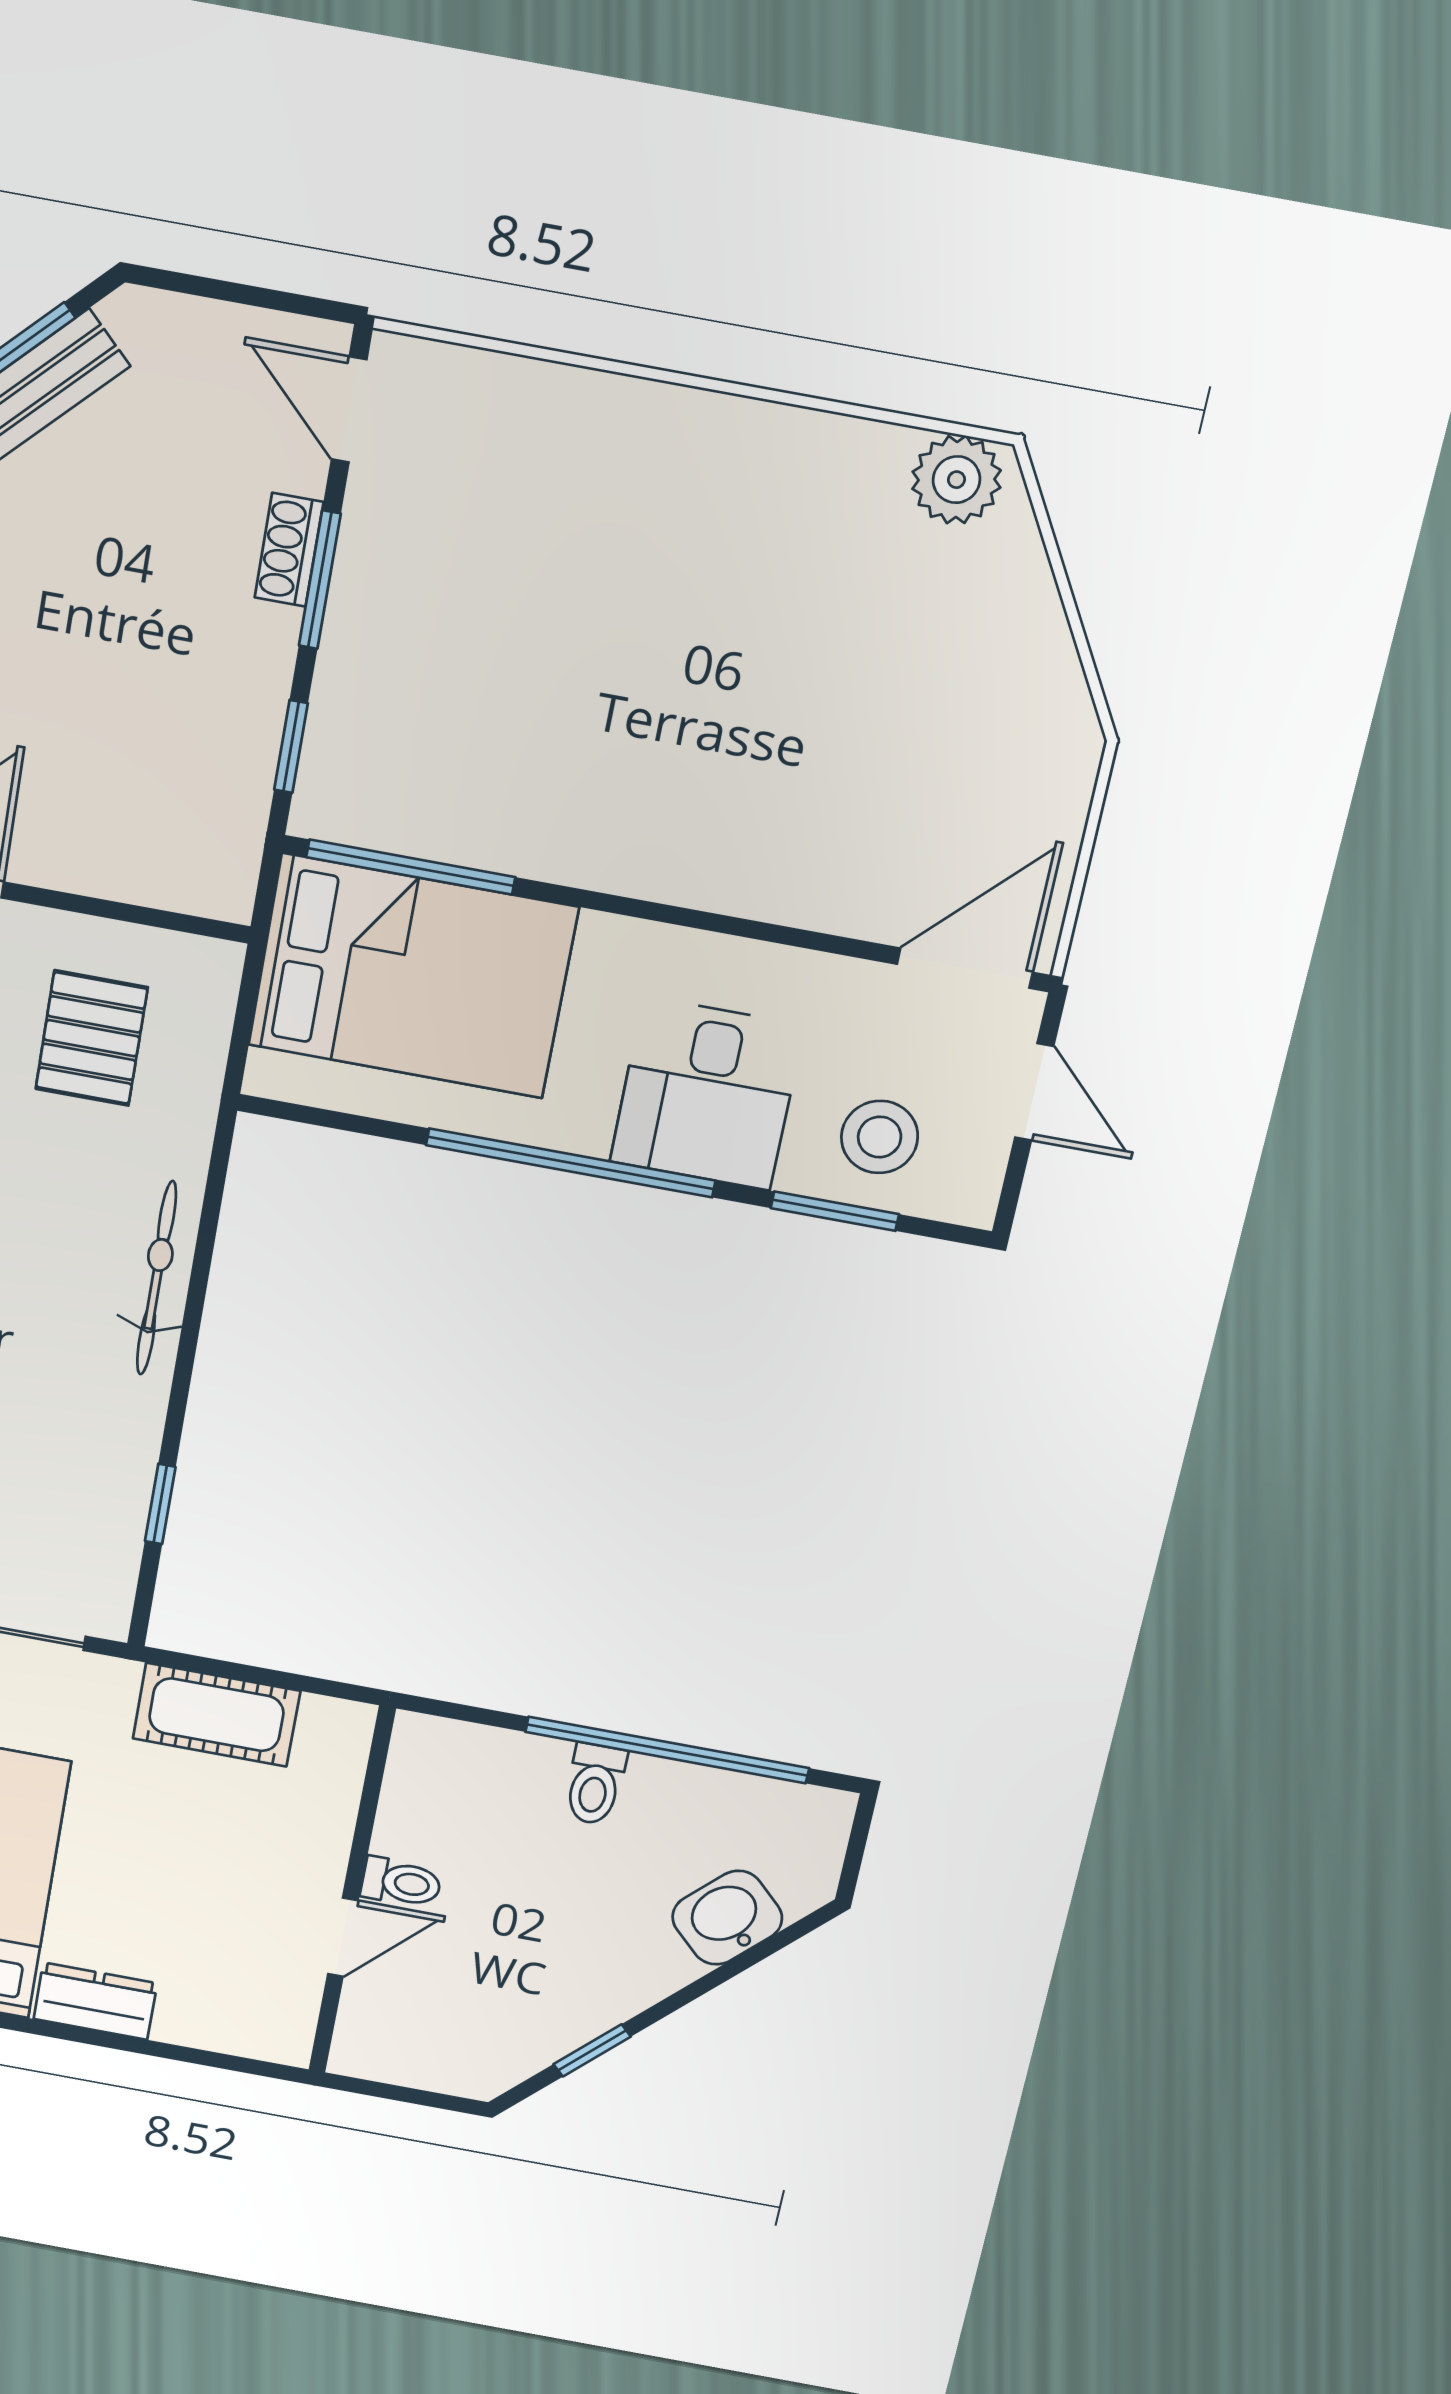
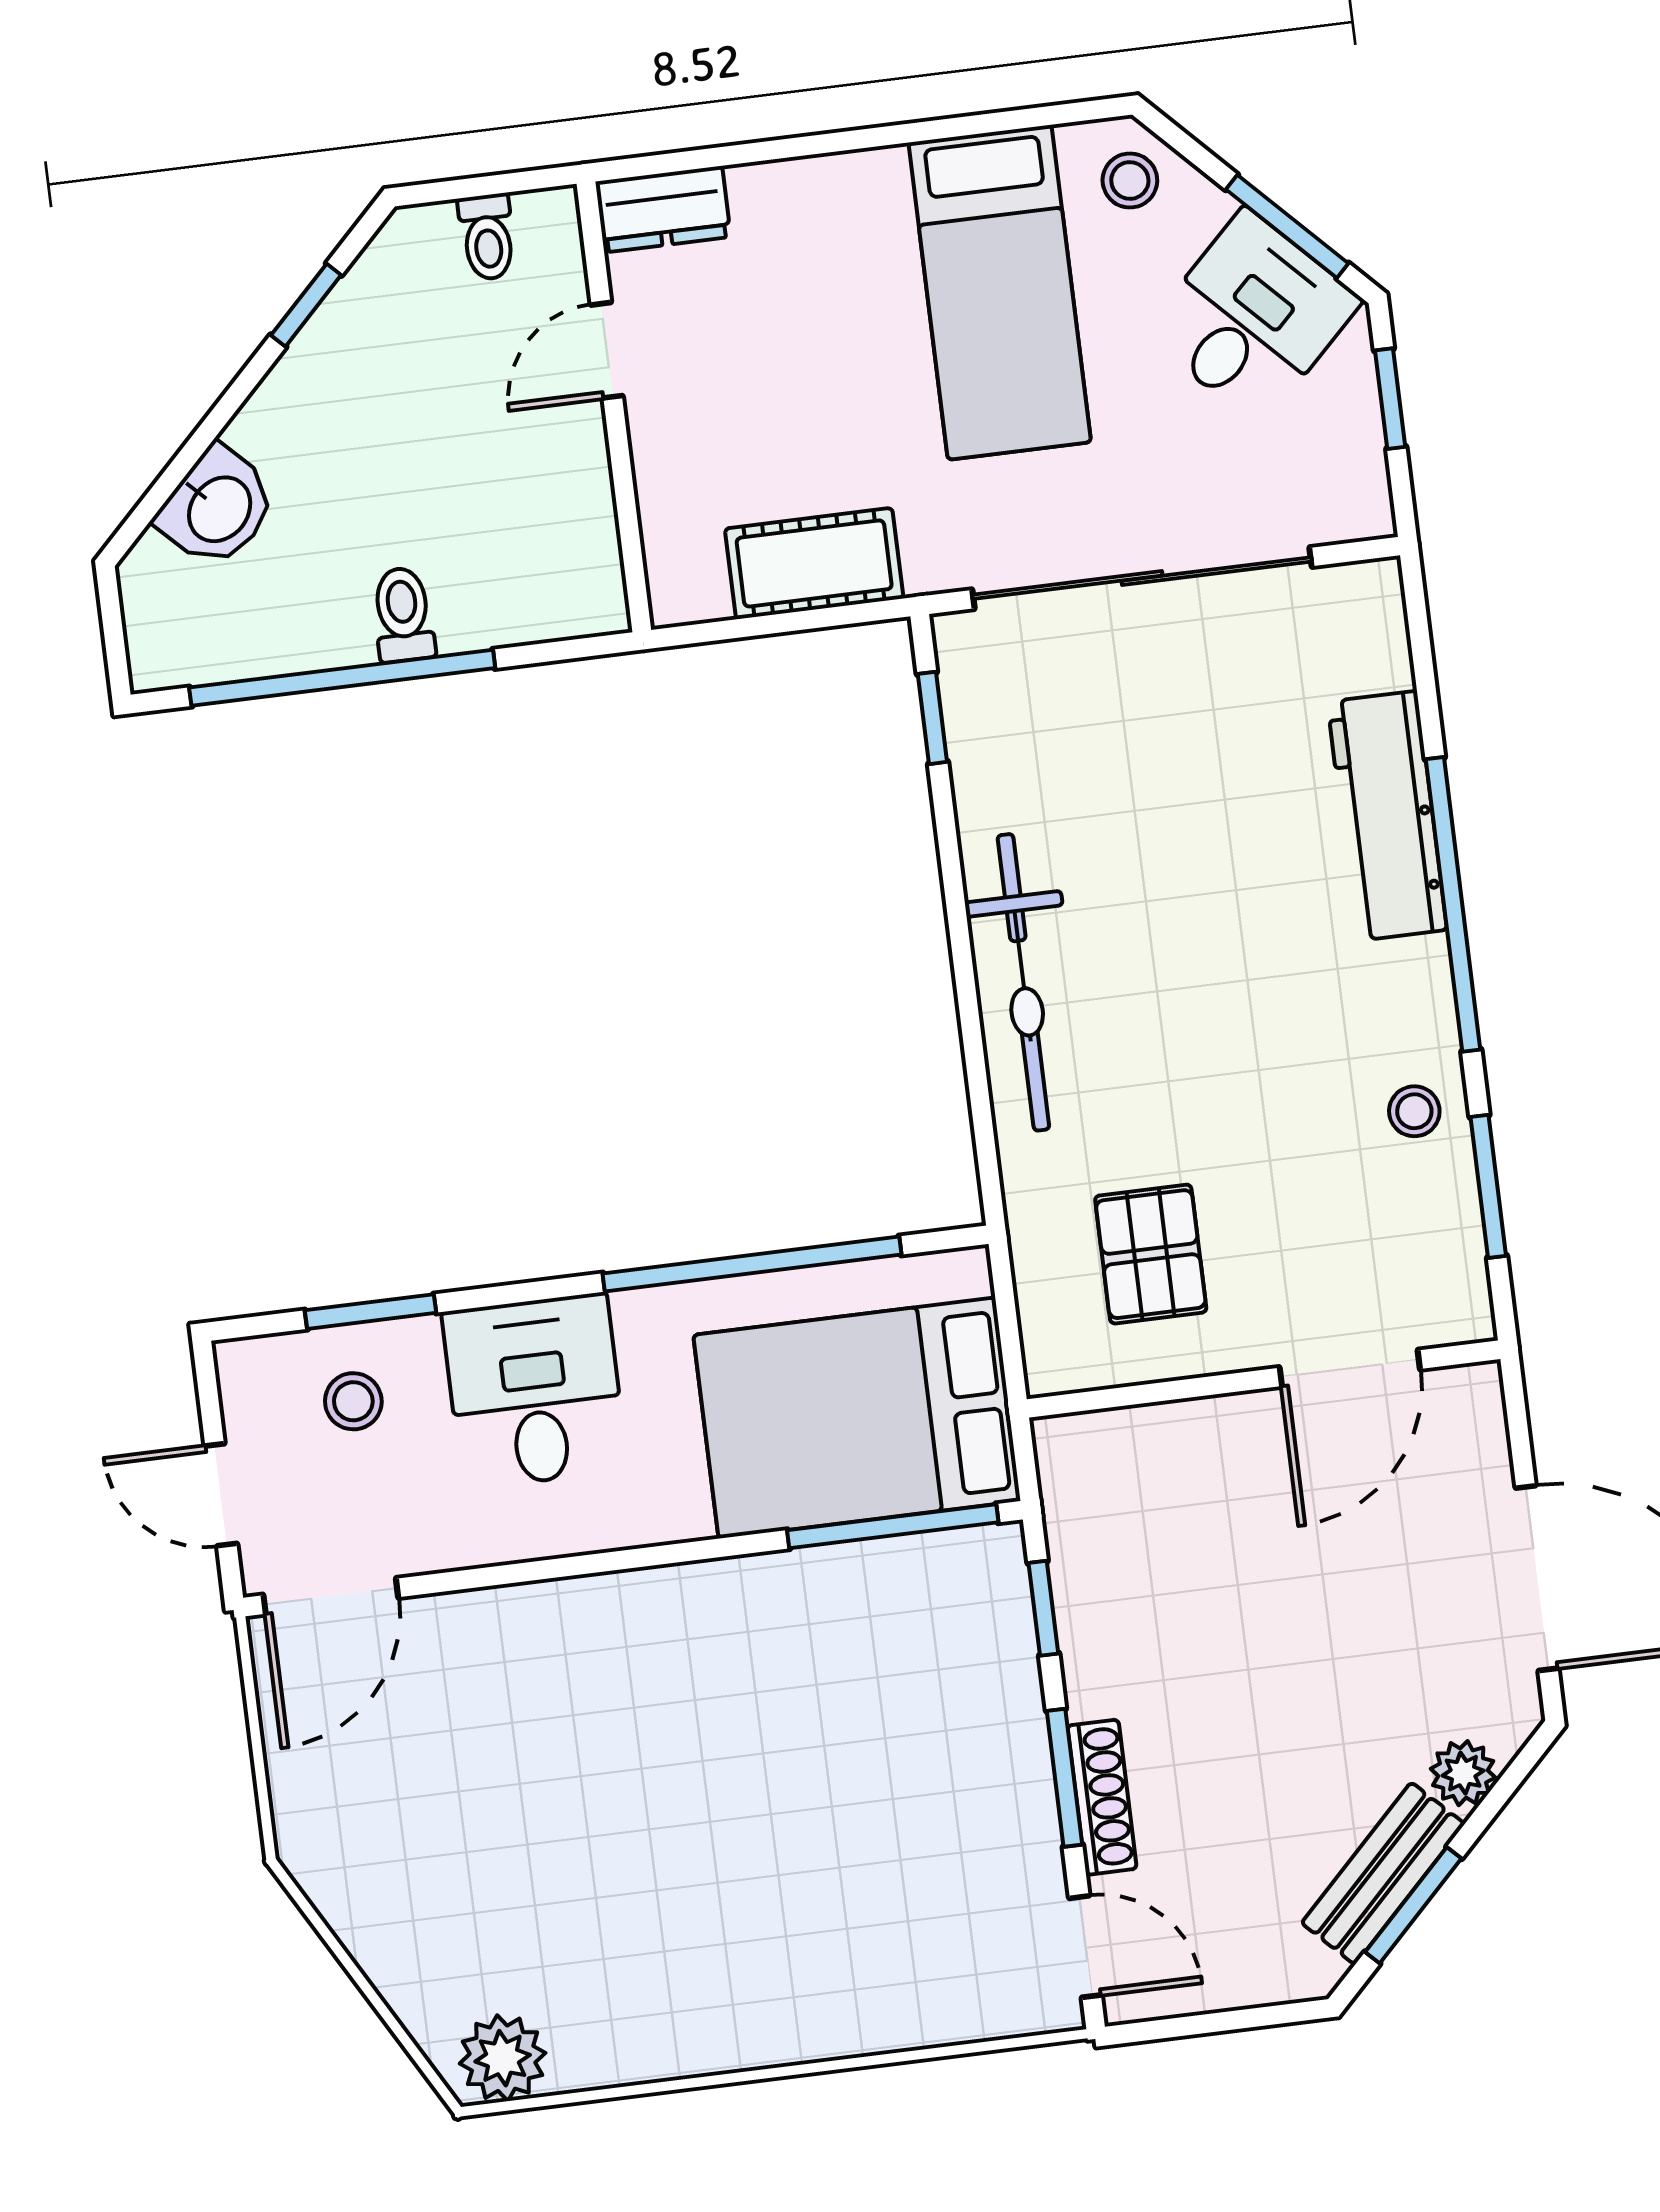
shoe rack: (289, 550) -> (1102, 1797), width x1.43
stool: (880, 1137) -> (353, 1401), width x0.73, depth x0.73
window: (571, 1163) -> (752, 1264), moved
bicycle: (156, 1278) -> (1023, 982), width x1.37, depth x1.40
window: (160, 1504) -> (932, 718), moved
toilet: (401, 1882) -> (487, 237), moved, turned -90
dresser: (95, 2001) -> (663, 209), moved

